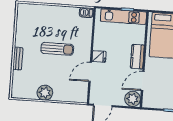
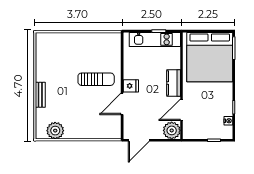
barbecue: (86, 12) -> (113, 38), removed
sun lounger: (57, 49) -> (96, 79), moved
plant: (45, 93) -> (55, 131), moved

